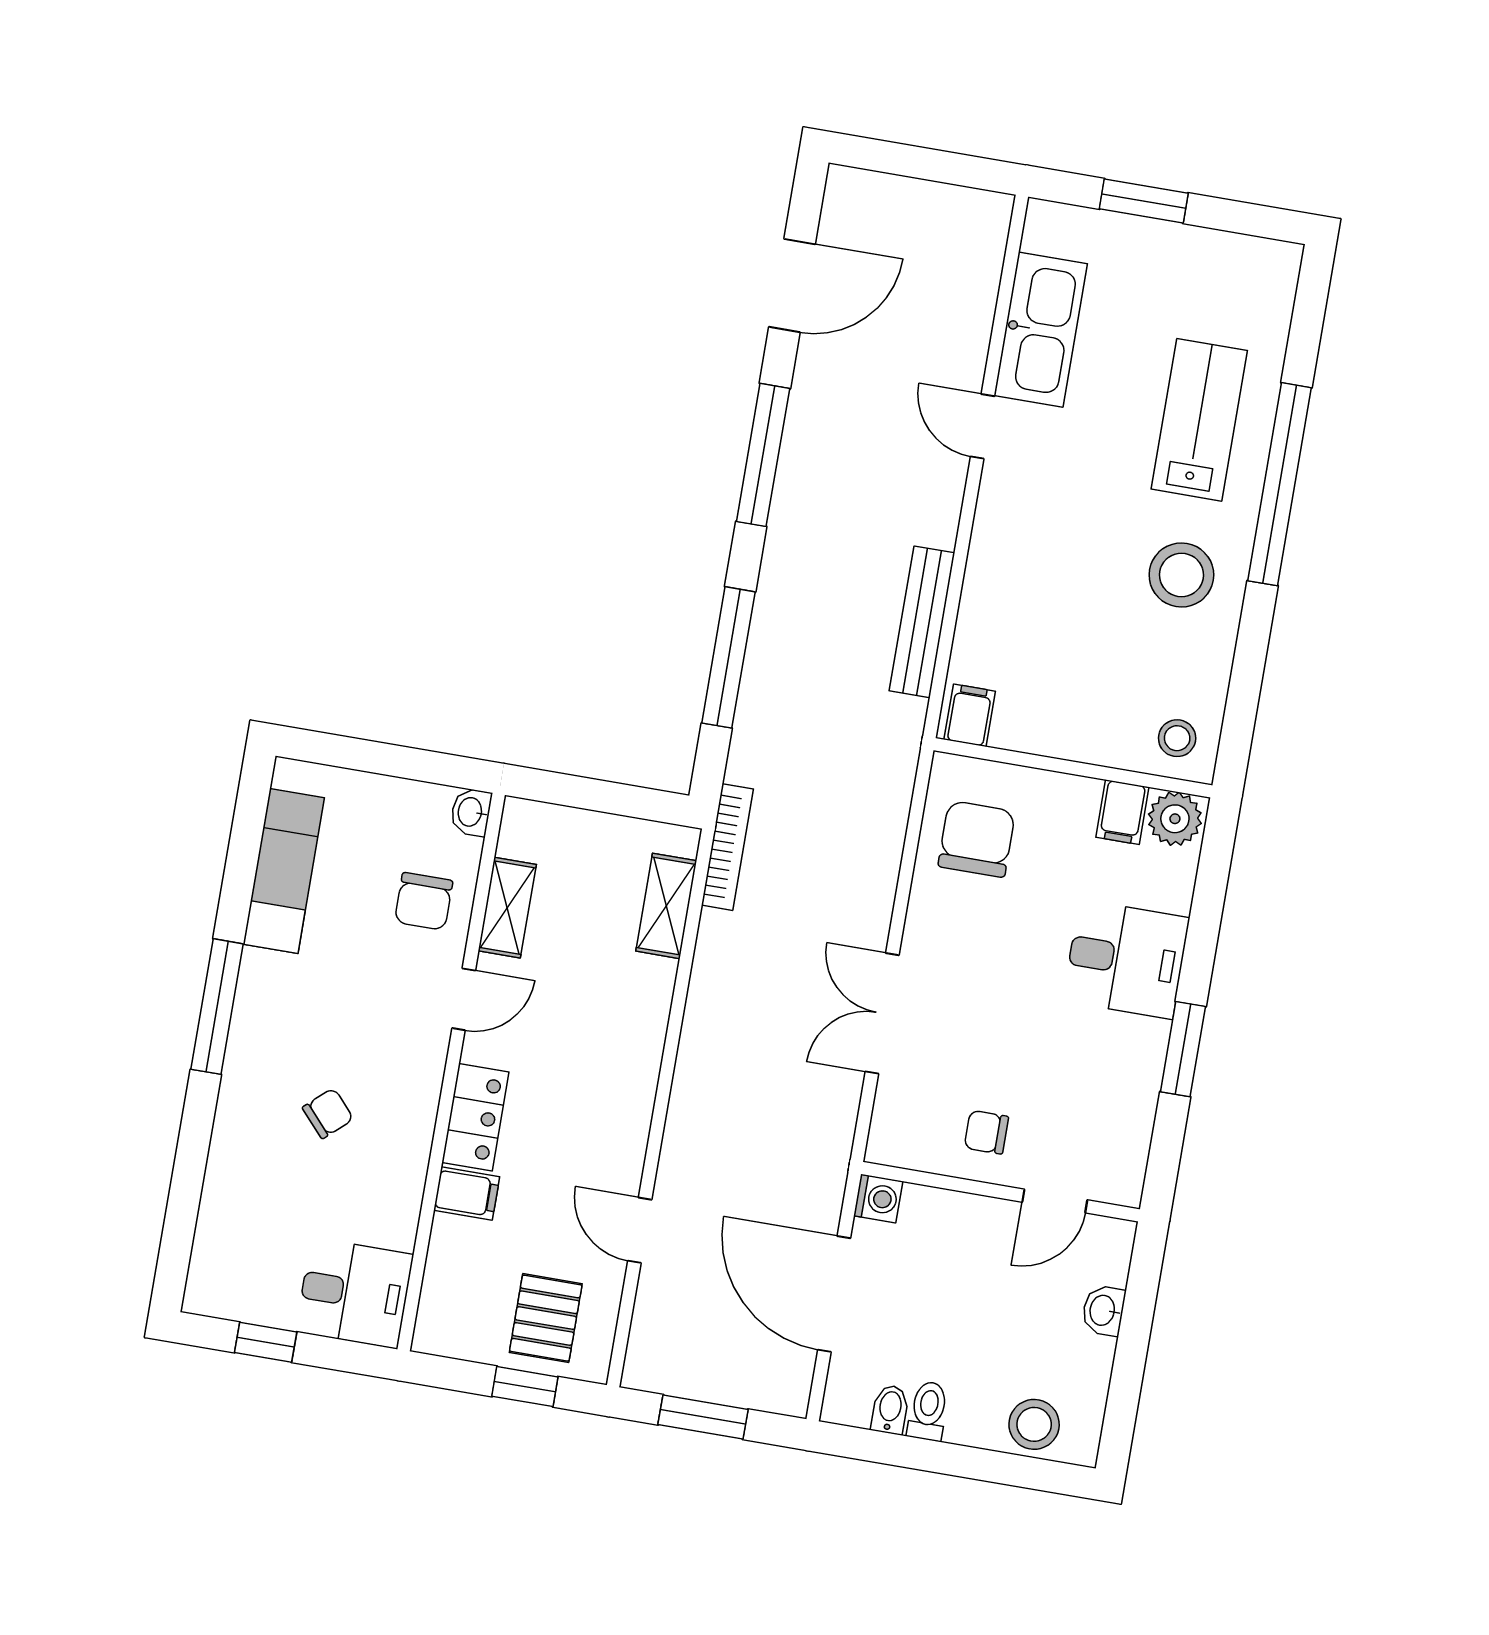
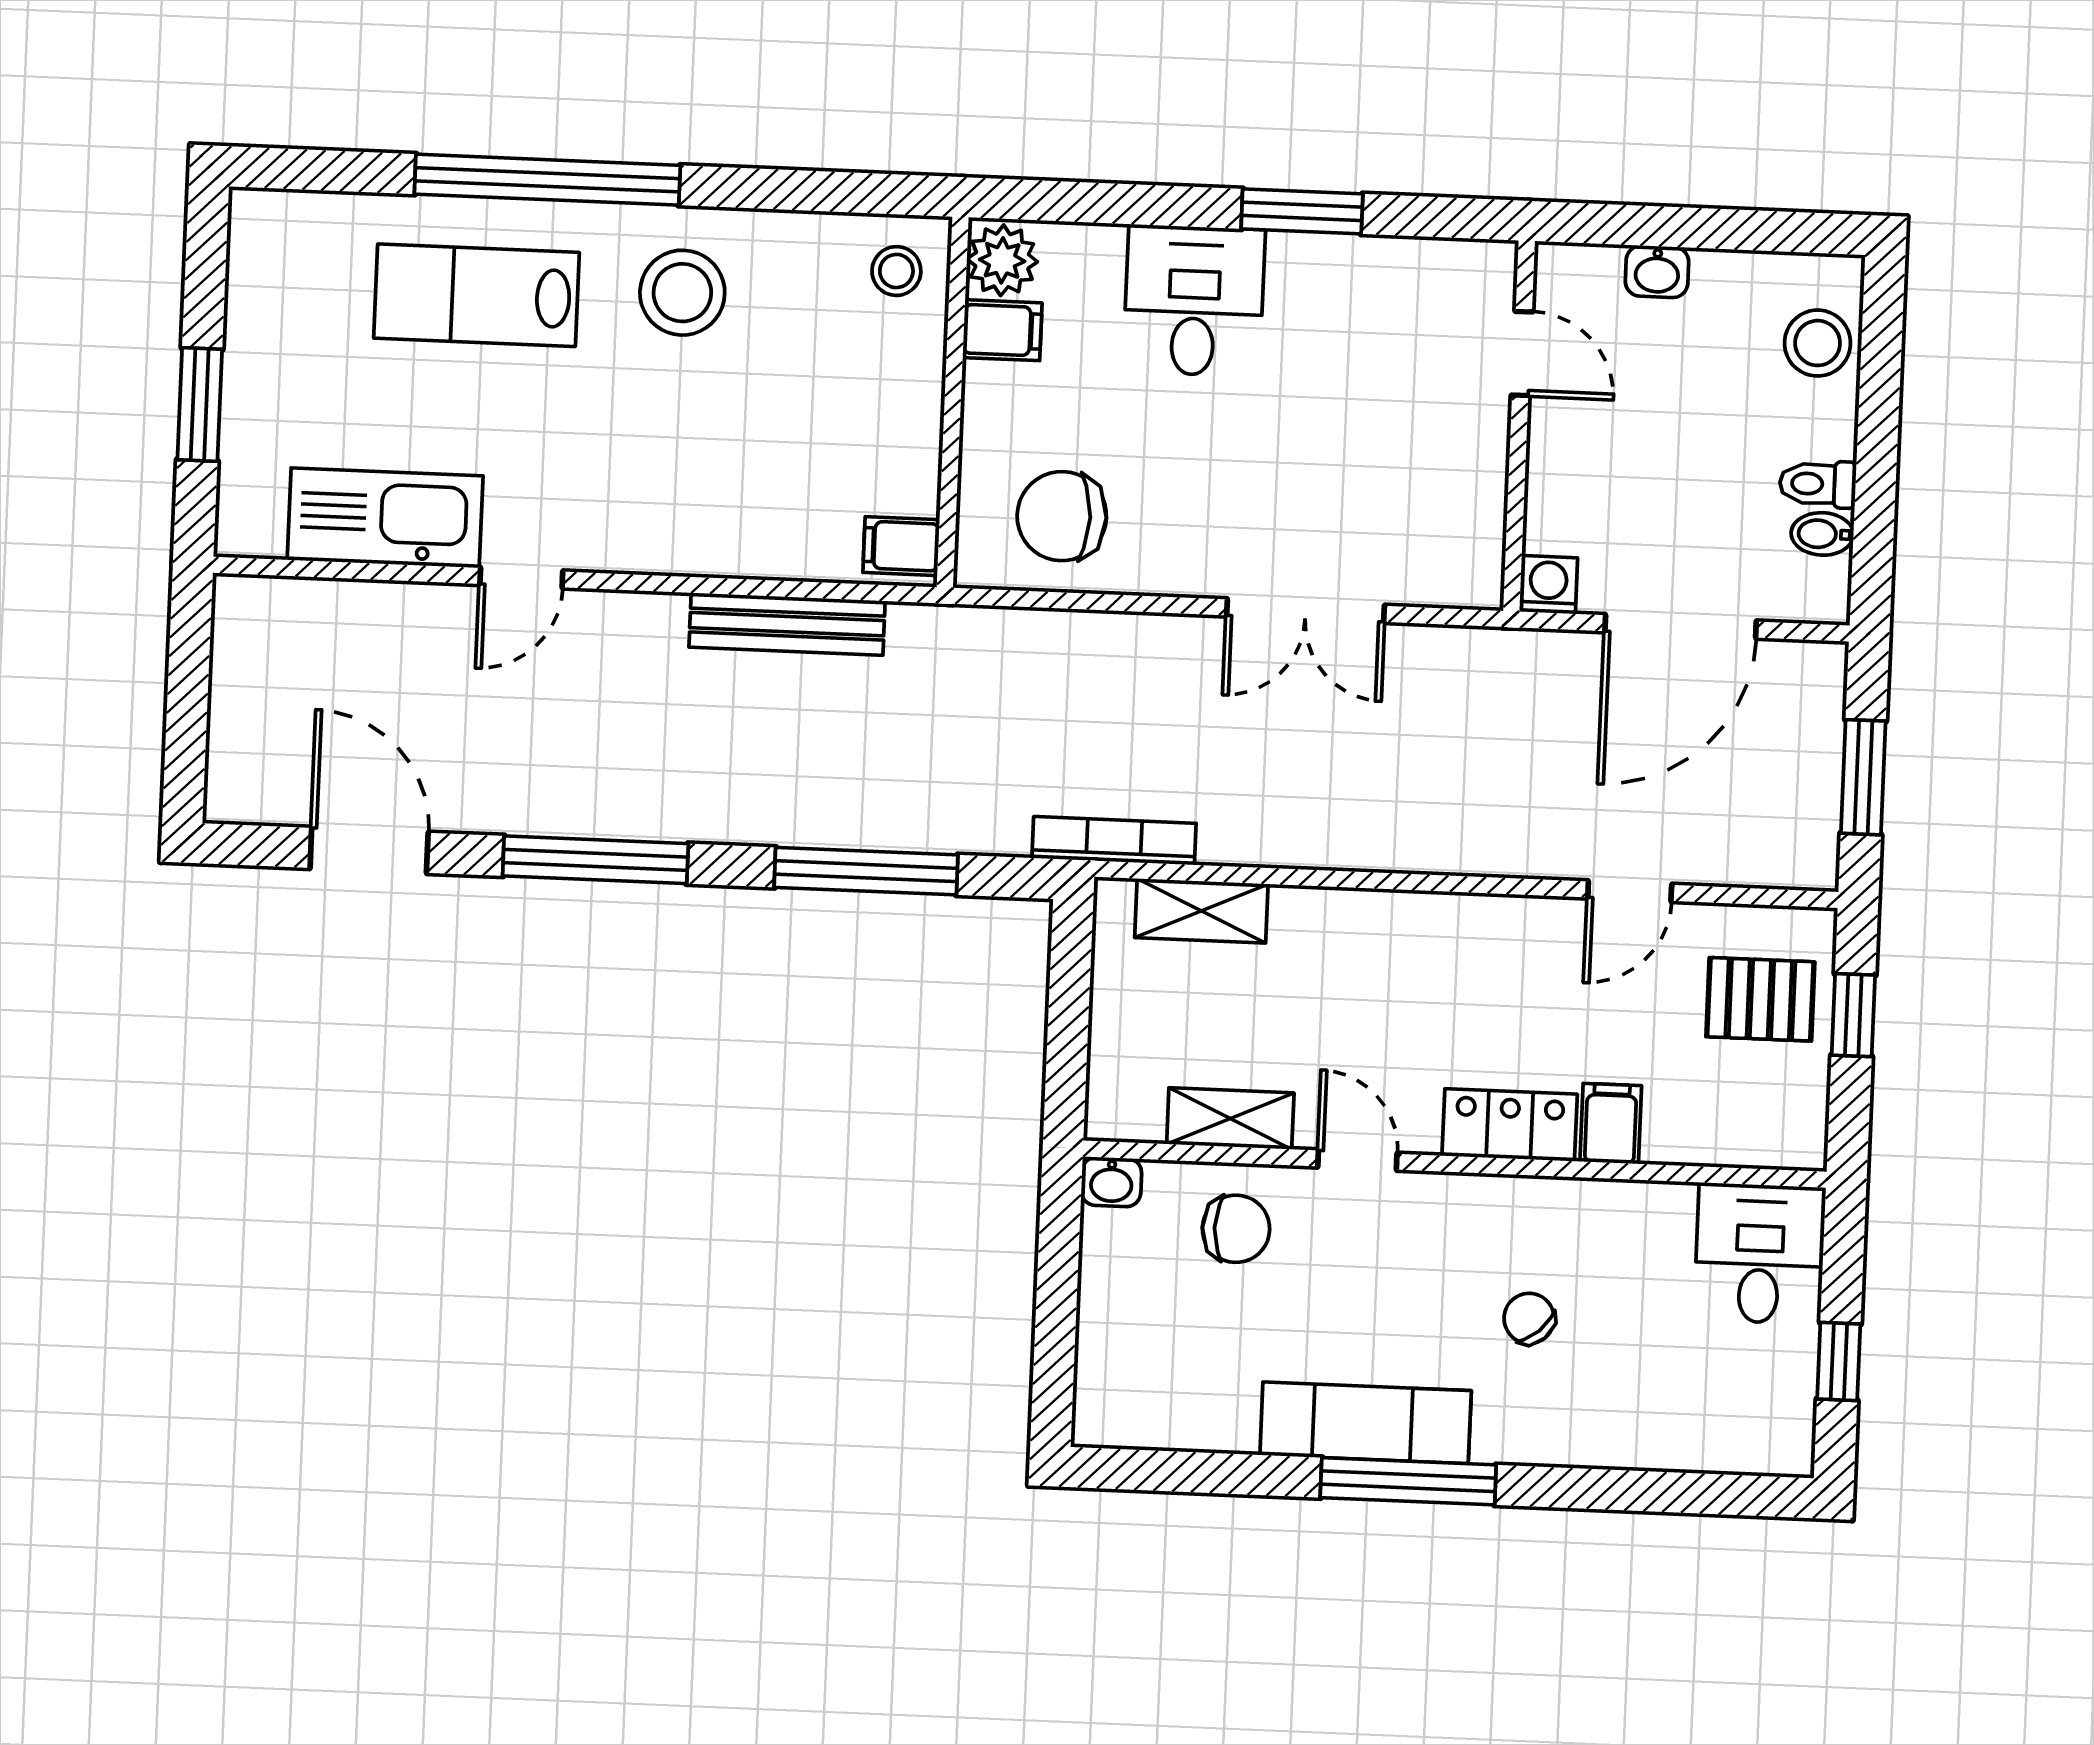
exam couch: (284, 871) -> (1366, 1423), moved
chair: (986, 1132) -> (1443, 454), removed

